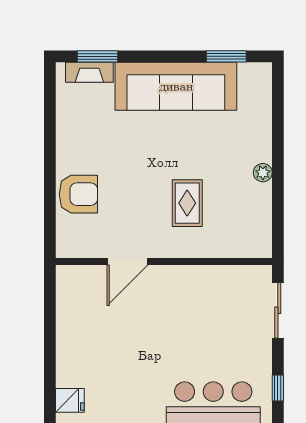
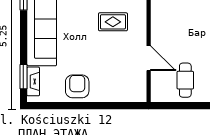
armchair: (78, 194) -> (77, 86), moved
cafe table: (92, 322) -> (185, 80), added

